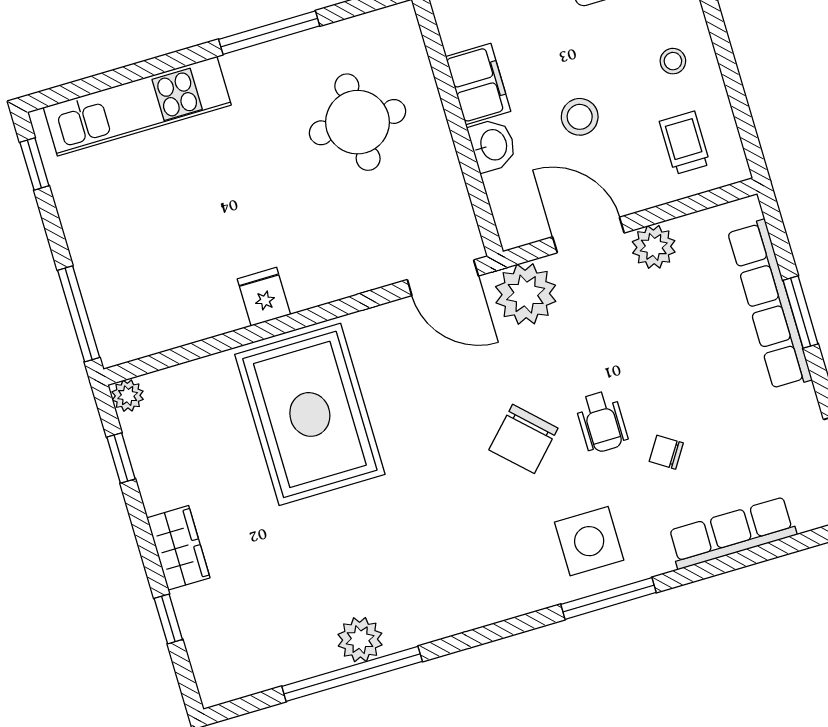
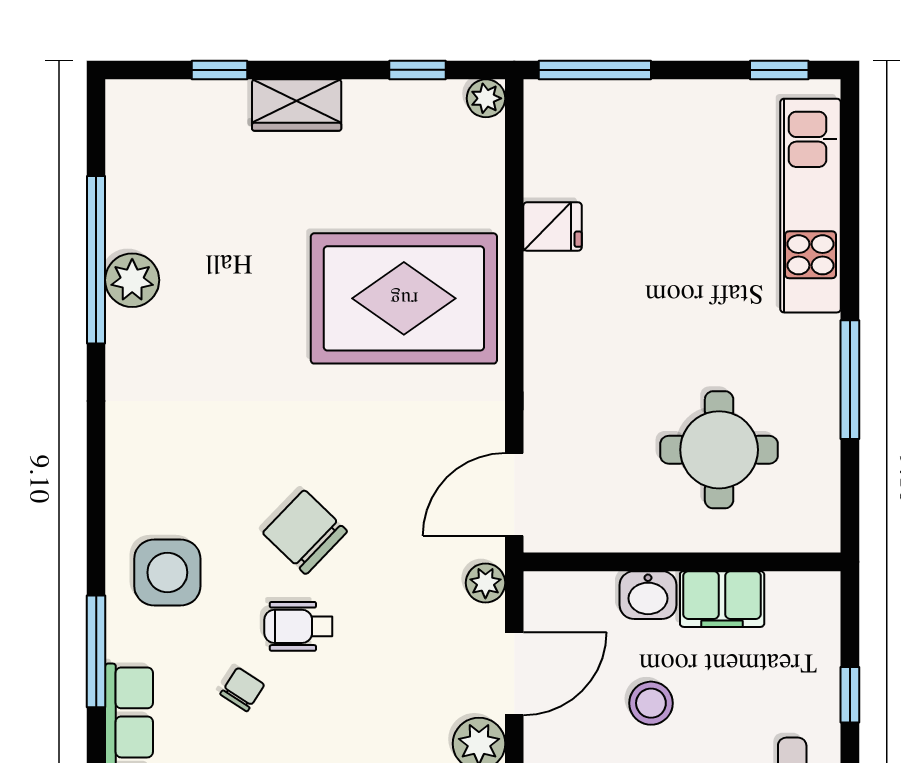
plant: (526, 294) -> (485, 583), width x0.53, depth x0.53
fridge: (264, 297) -> (553, 227), moved
window: (609, 598) -> (96, 651), moved

